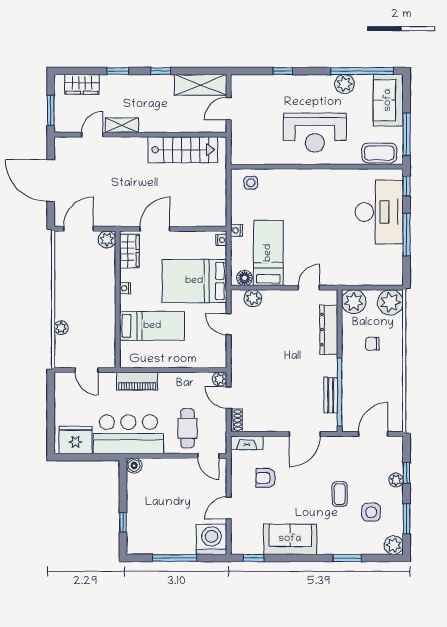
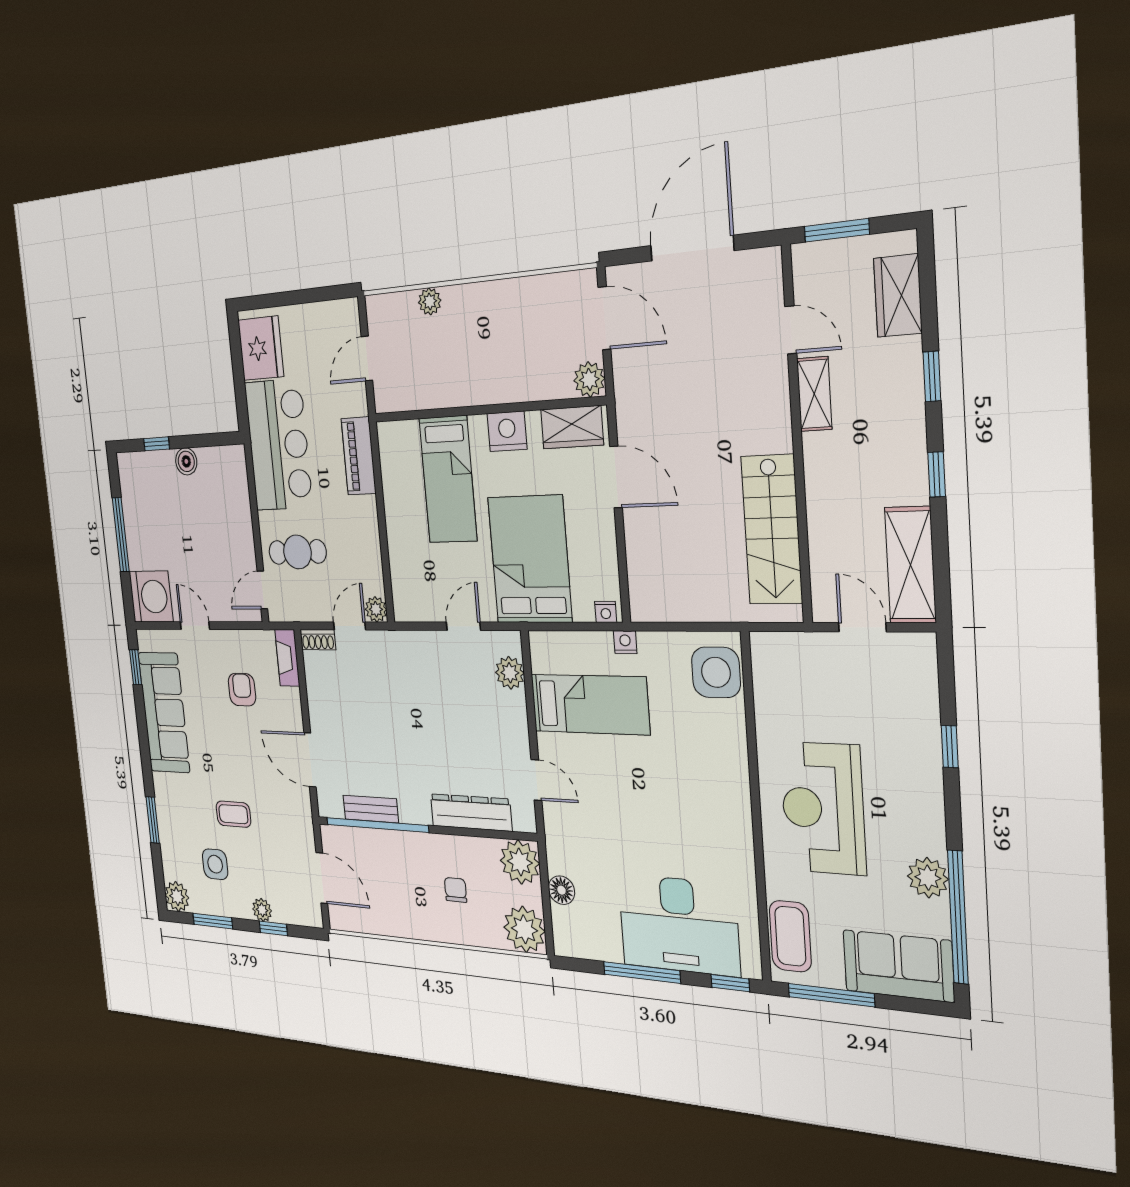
side table: (251, 183) -> (716, 672), width x1.87, depth x1.87
floor lamp: (245, 278) -> (561, 890), moved
nightstand: (125, 288) -> (507, 431), width x1.89, depth x1.79
boiler: (134, 465) -> (186, 461), moved
sofa: (290, 539) -> (164, 713), width x1.36

